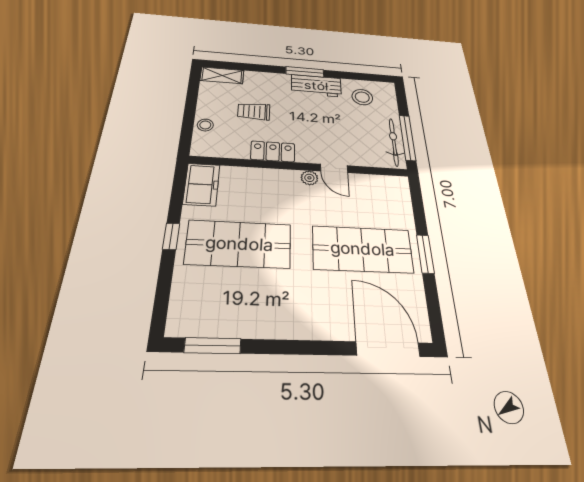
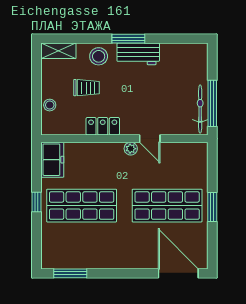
stool: (362, 97) -> (99, 56), moved
trolley: (254, 111) -> (86, 88), turned 180

